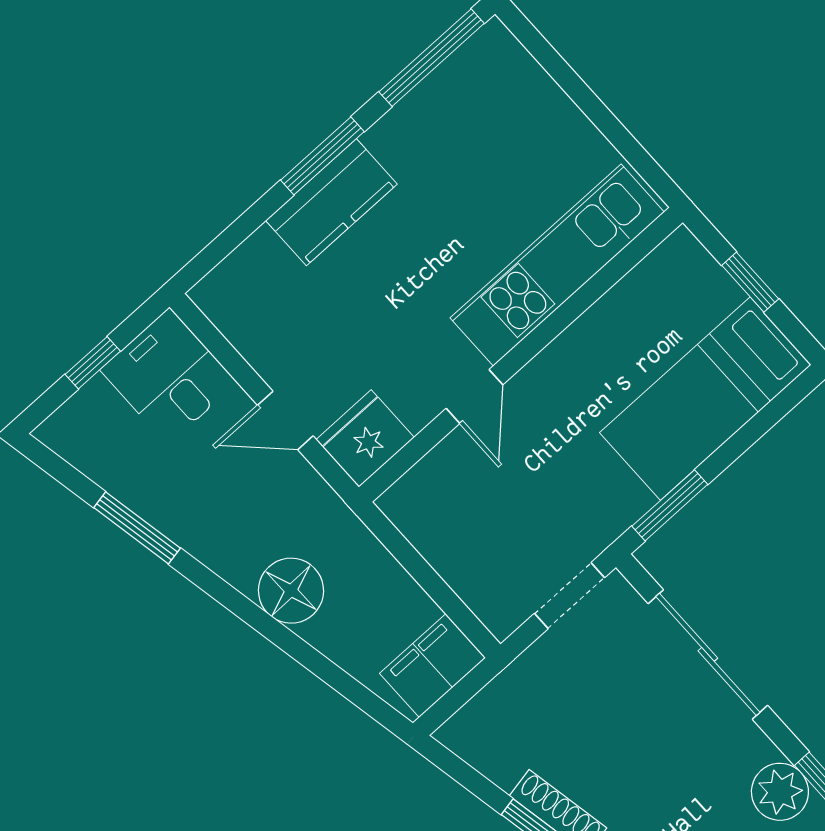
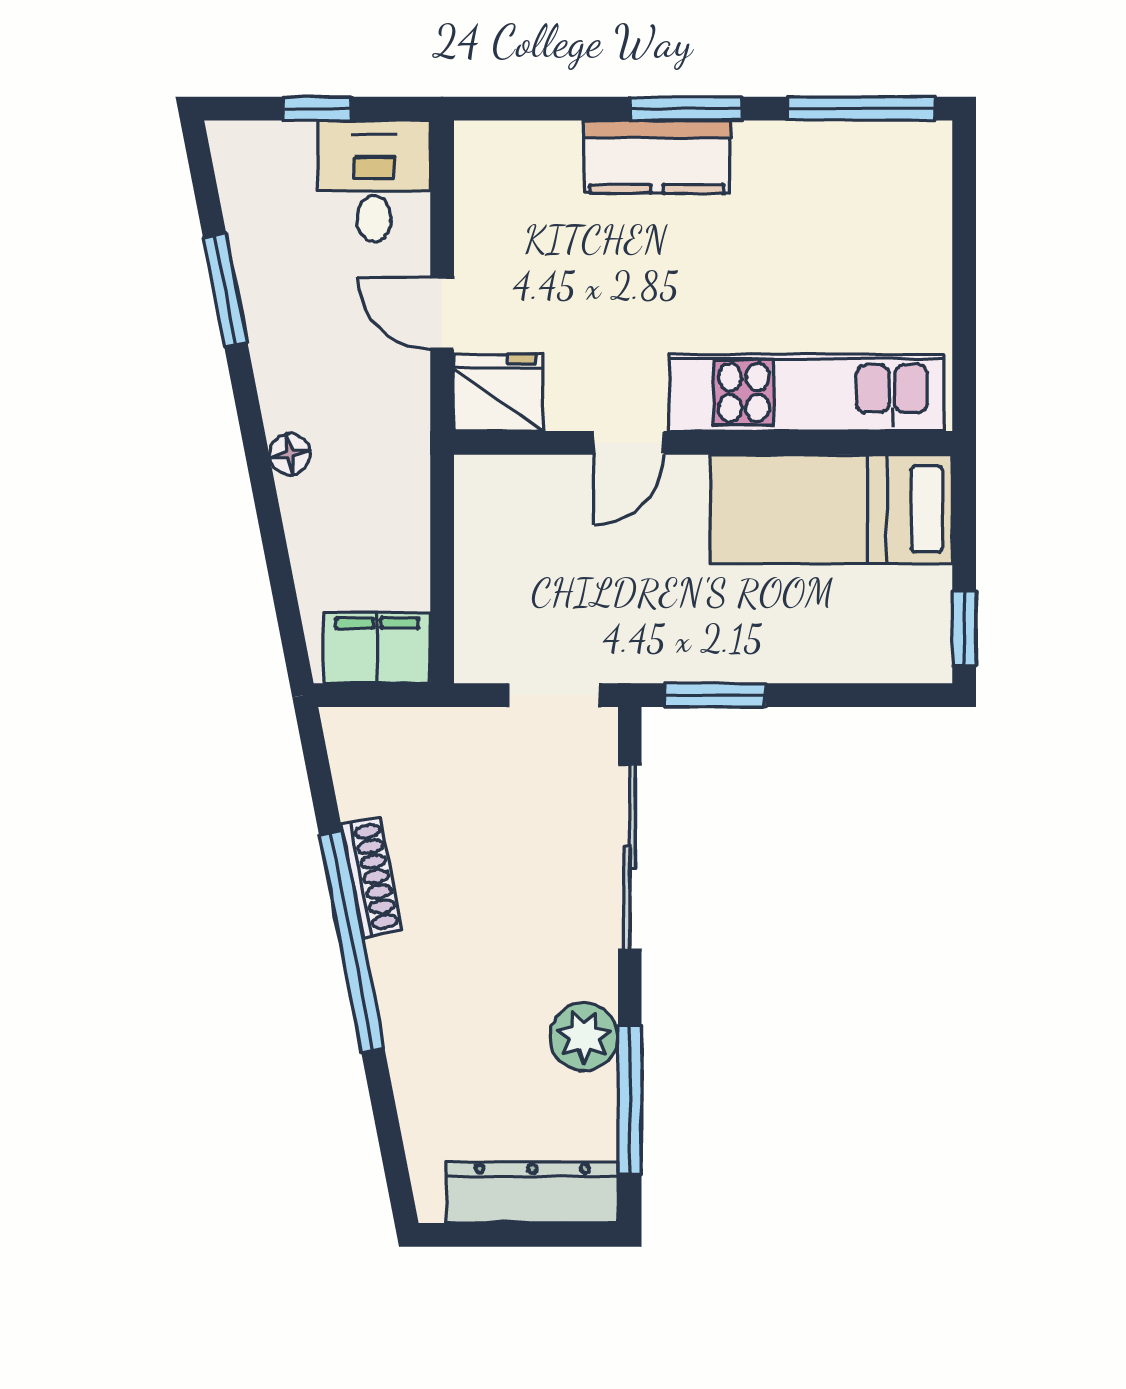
window: (750, 282) -> (964, 628), moved
bed: (705, 399) -> (831, 509), moved
floor lamp: (291, 591) -> (290, 454), width x0.53, depth x0.53

